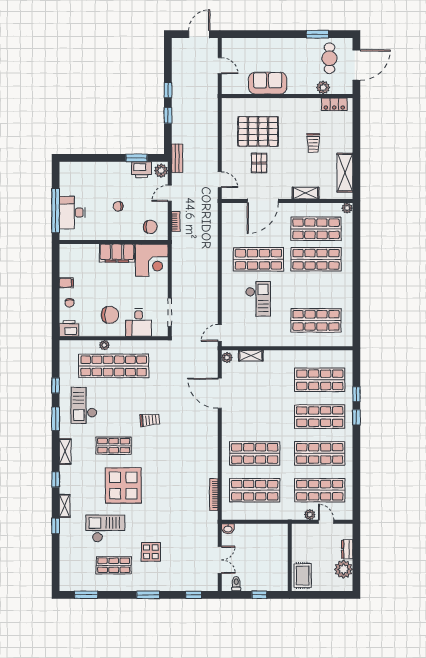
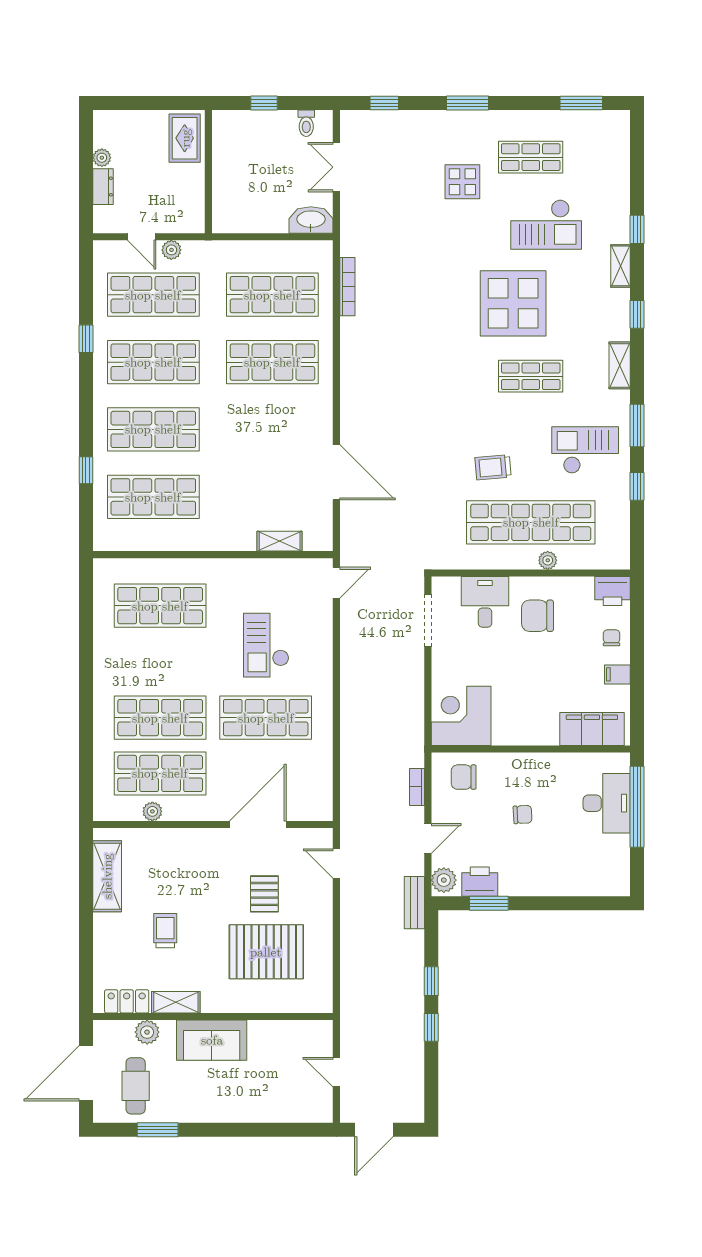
sofa: (268, 83) -> (212, 1040), moved
shelving: (306, 193) -> (176, 1002), moved
plant: (347, 208) -> (152, 811), moved
filing cabinet: (117, 253) -> (592, 729), moved
plant: (227, 358) -> (323, 538), removed
checkout: (84, 405) -> (585, 450), turned -90
window: (356, 417) -> (86, 339), moved
trolley: (150, 420) -> (493, 467), moved
washbasin: (228, 529) -> (311, 220), width x1.91, depth x1.45
plant: (344, 569) -> (102, 158), width x0.53, depth x0.53

